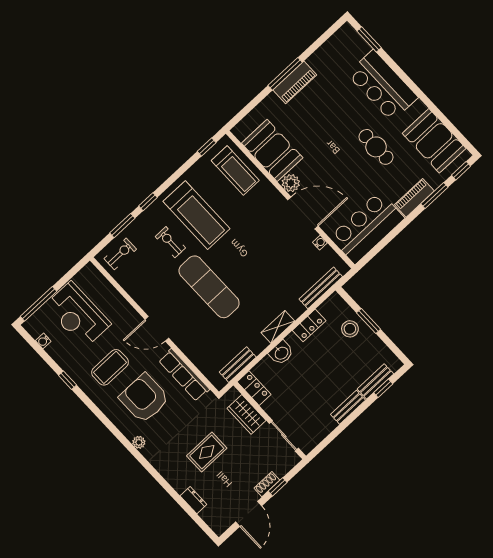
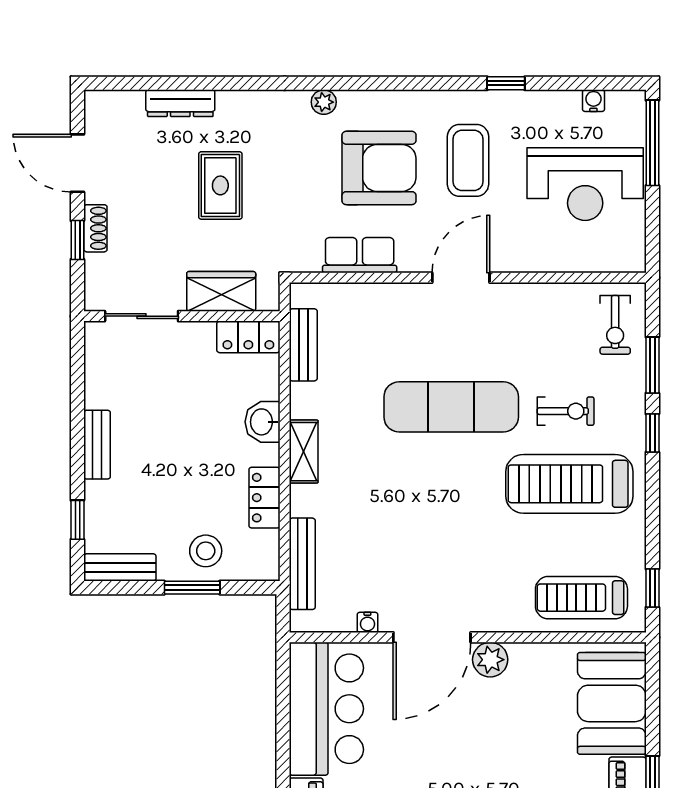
booth: (272, 150) -> (612, 703), moved, turned 90
reception desk: (78, 315) -> (585, 184), turned 180
row of seats: (184, 375) -> (360, 255), width x0.68
bench: (375, 381) -> (120, 567), moved, turned 90
dresser: (193, 500) -> (180, 103), width x1.44

